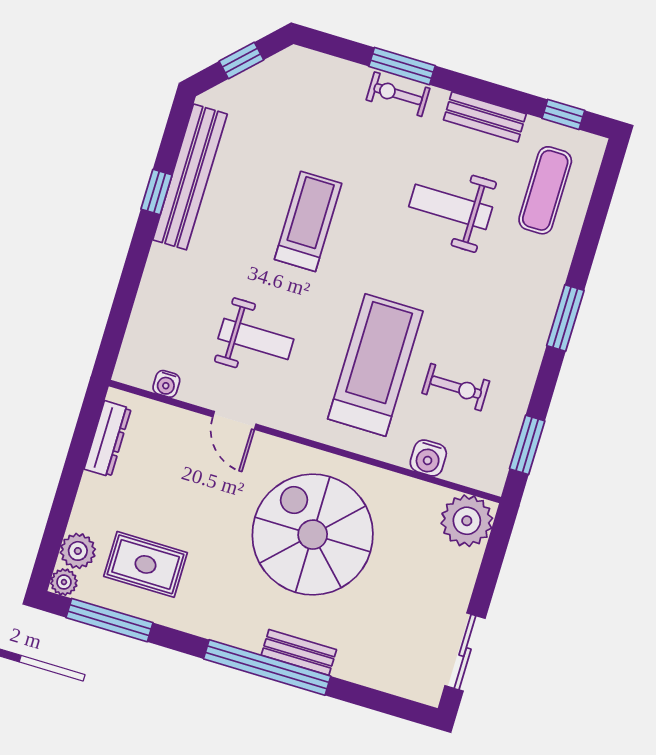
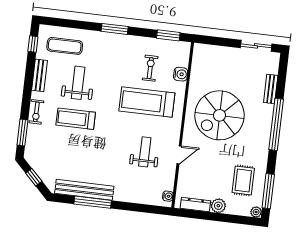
window: (402, 66) -> (22, 132), moved
window: (157, 192) -> (93, 202), width x2.17
weight bench: (451, 207) -> (78, 83), turned 180
treadmill: (308, 221) -> (76, 119), moved
water cooler: (166, 384) -> (168, 196), moved
plant: (467, 521) -> (203, 54), removed
plant: (78, 551) -> (218, 206), moved
bench: (299, 652) -> (271, 89), moved

